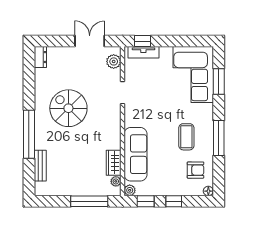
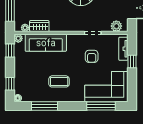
window: (142, 41) -> (132, 62), moved
window: (219, 82) -> (101, 106), width x1.44
window: (219, 138) -> (45, 106), moved
armchair: (196, 170) -> (92, 56), moved
window: (174, 201) -> (10, 84), moved

